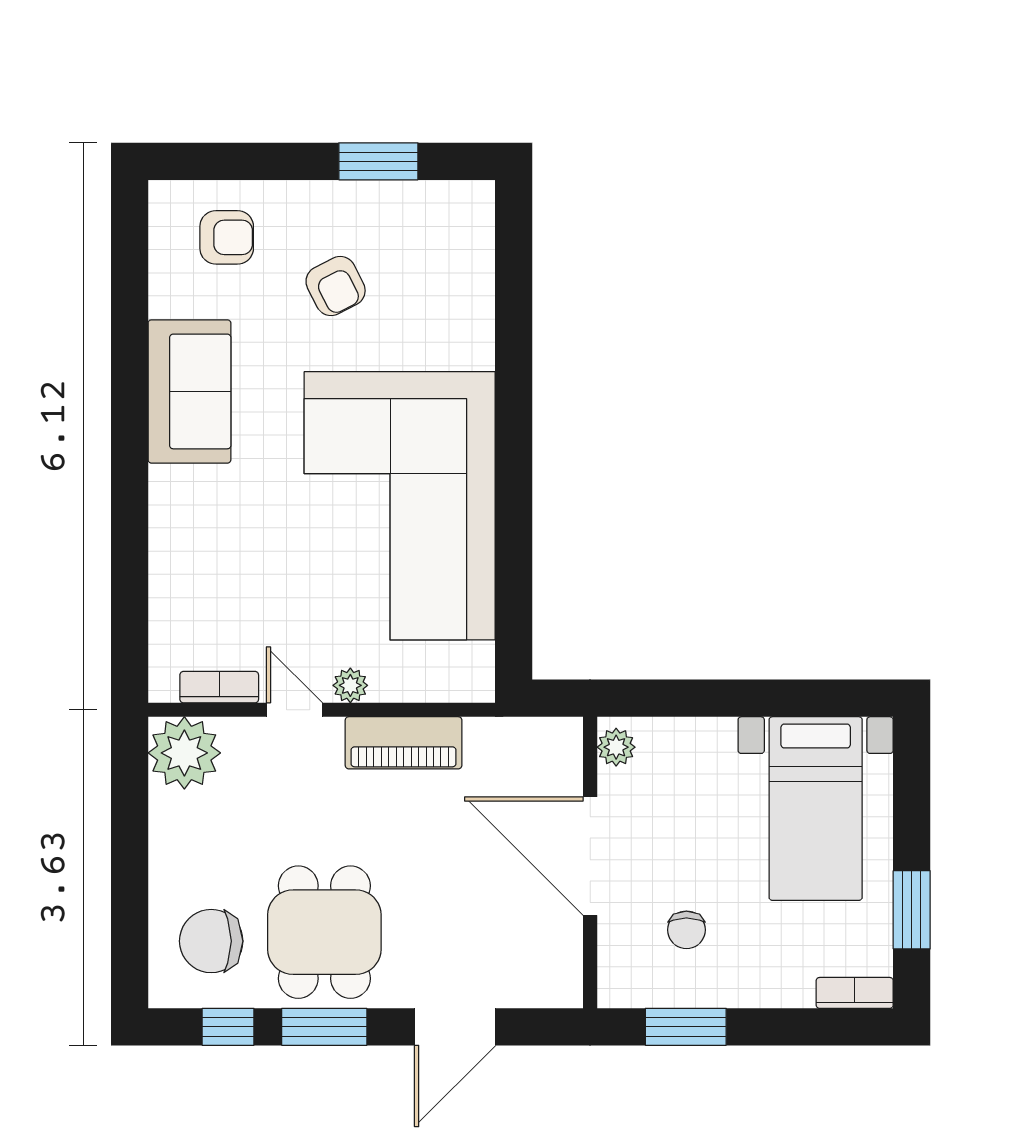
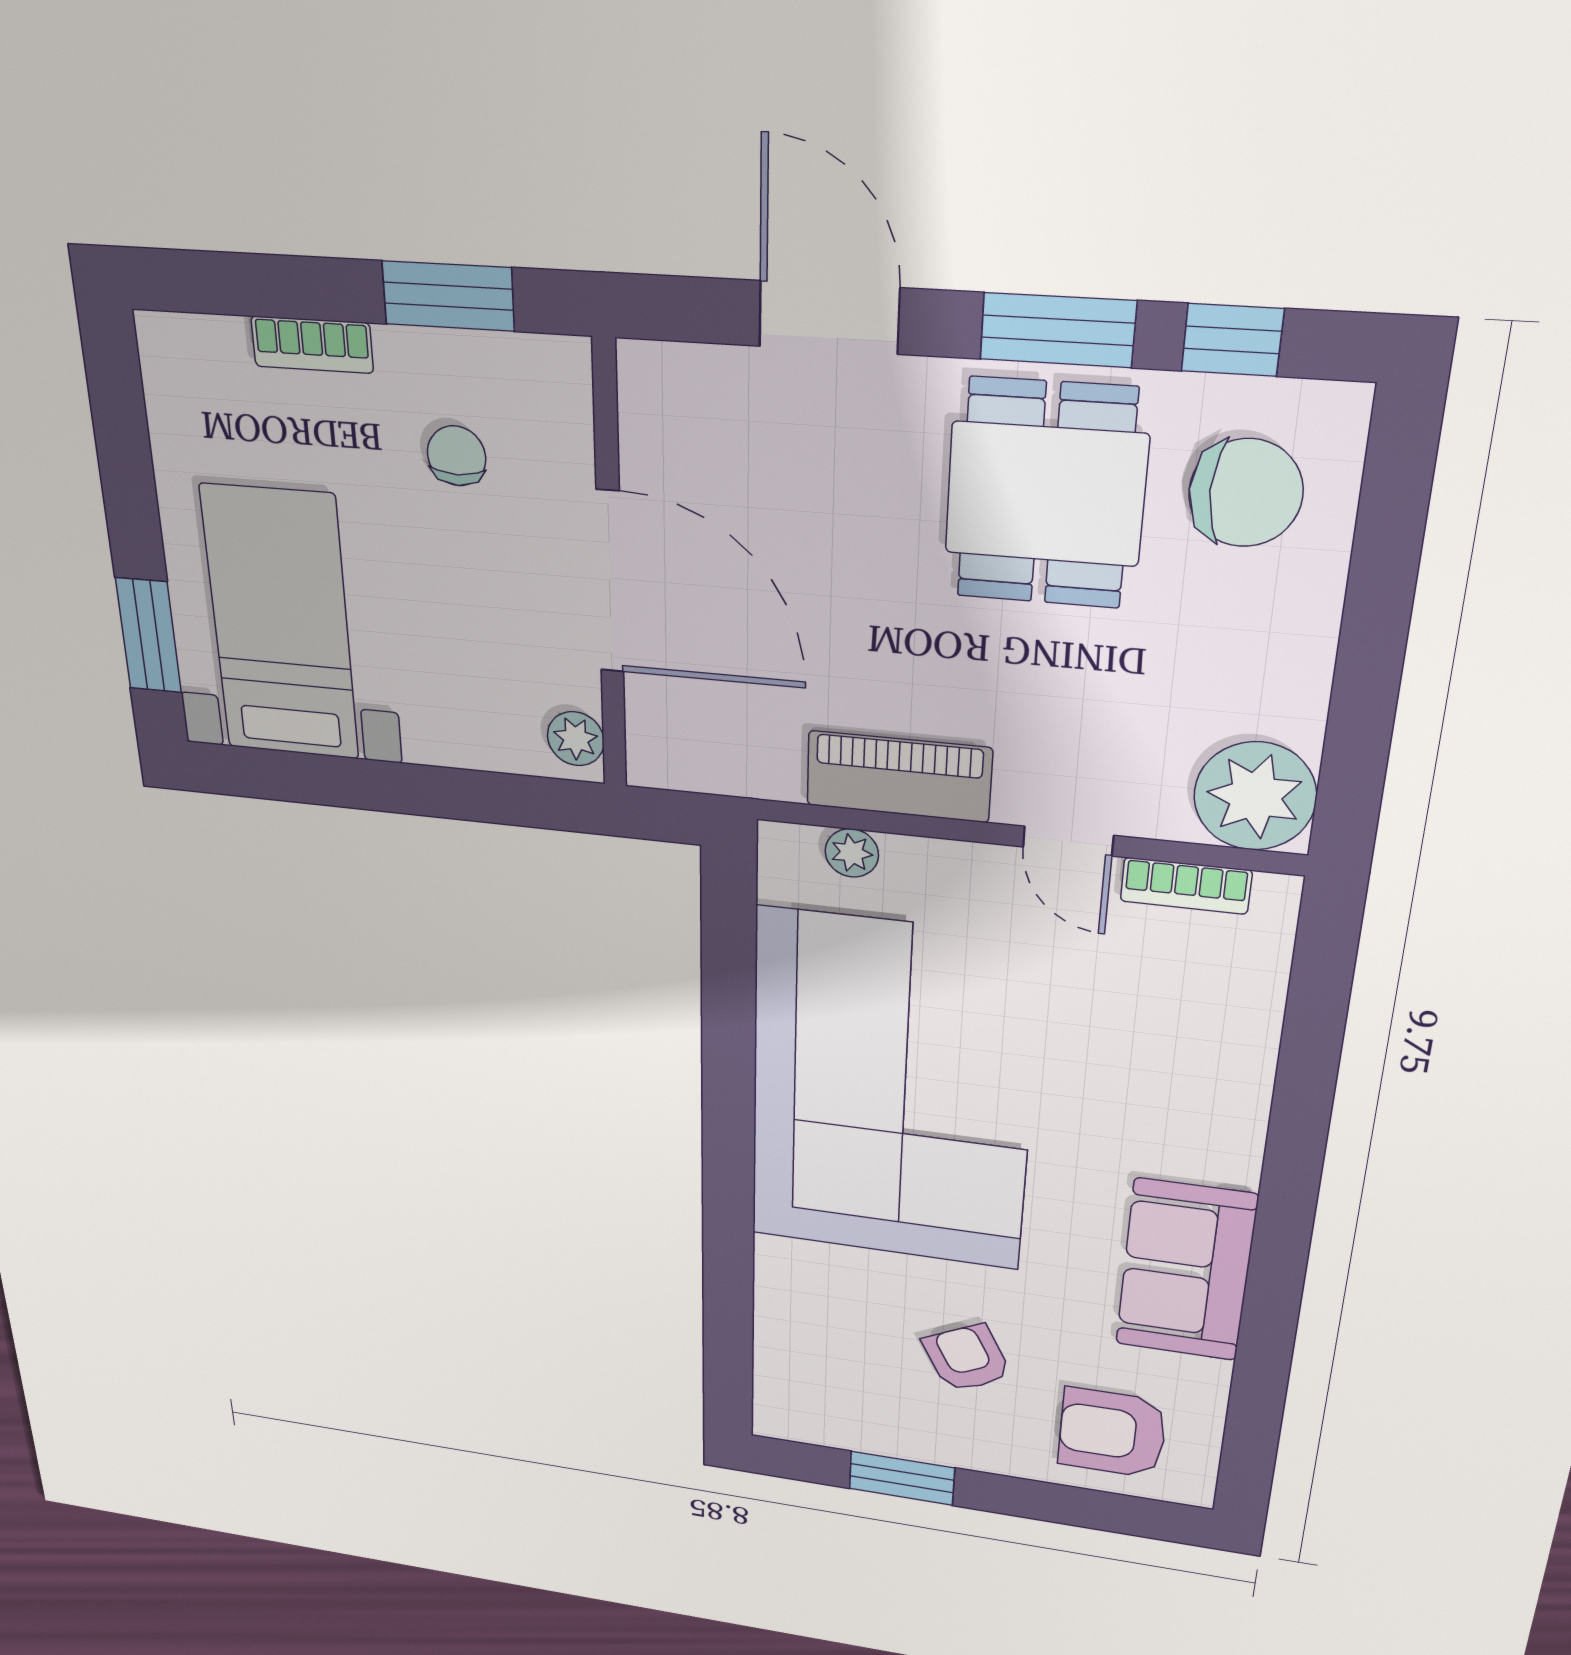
armchair: (227, 237) -> (1112, 1433), width x1.38, depth x1.38
plant: (350, 685) -> (852, 853), moved
window: (912, 910) -> (149, 635), moved
bookcase: (855, 993) -> (312, 345), moved
door: (455, 1027) -> (829, 317), hinge flipped

